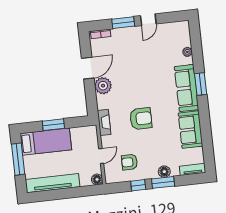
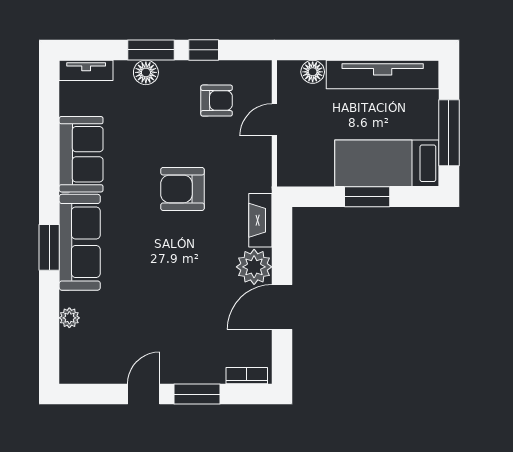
fireplace: (104, 122) -> (260, 220), moved
floor lamp: (97, 179) -> (313, 72), moved

